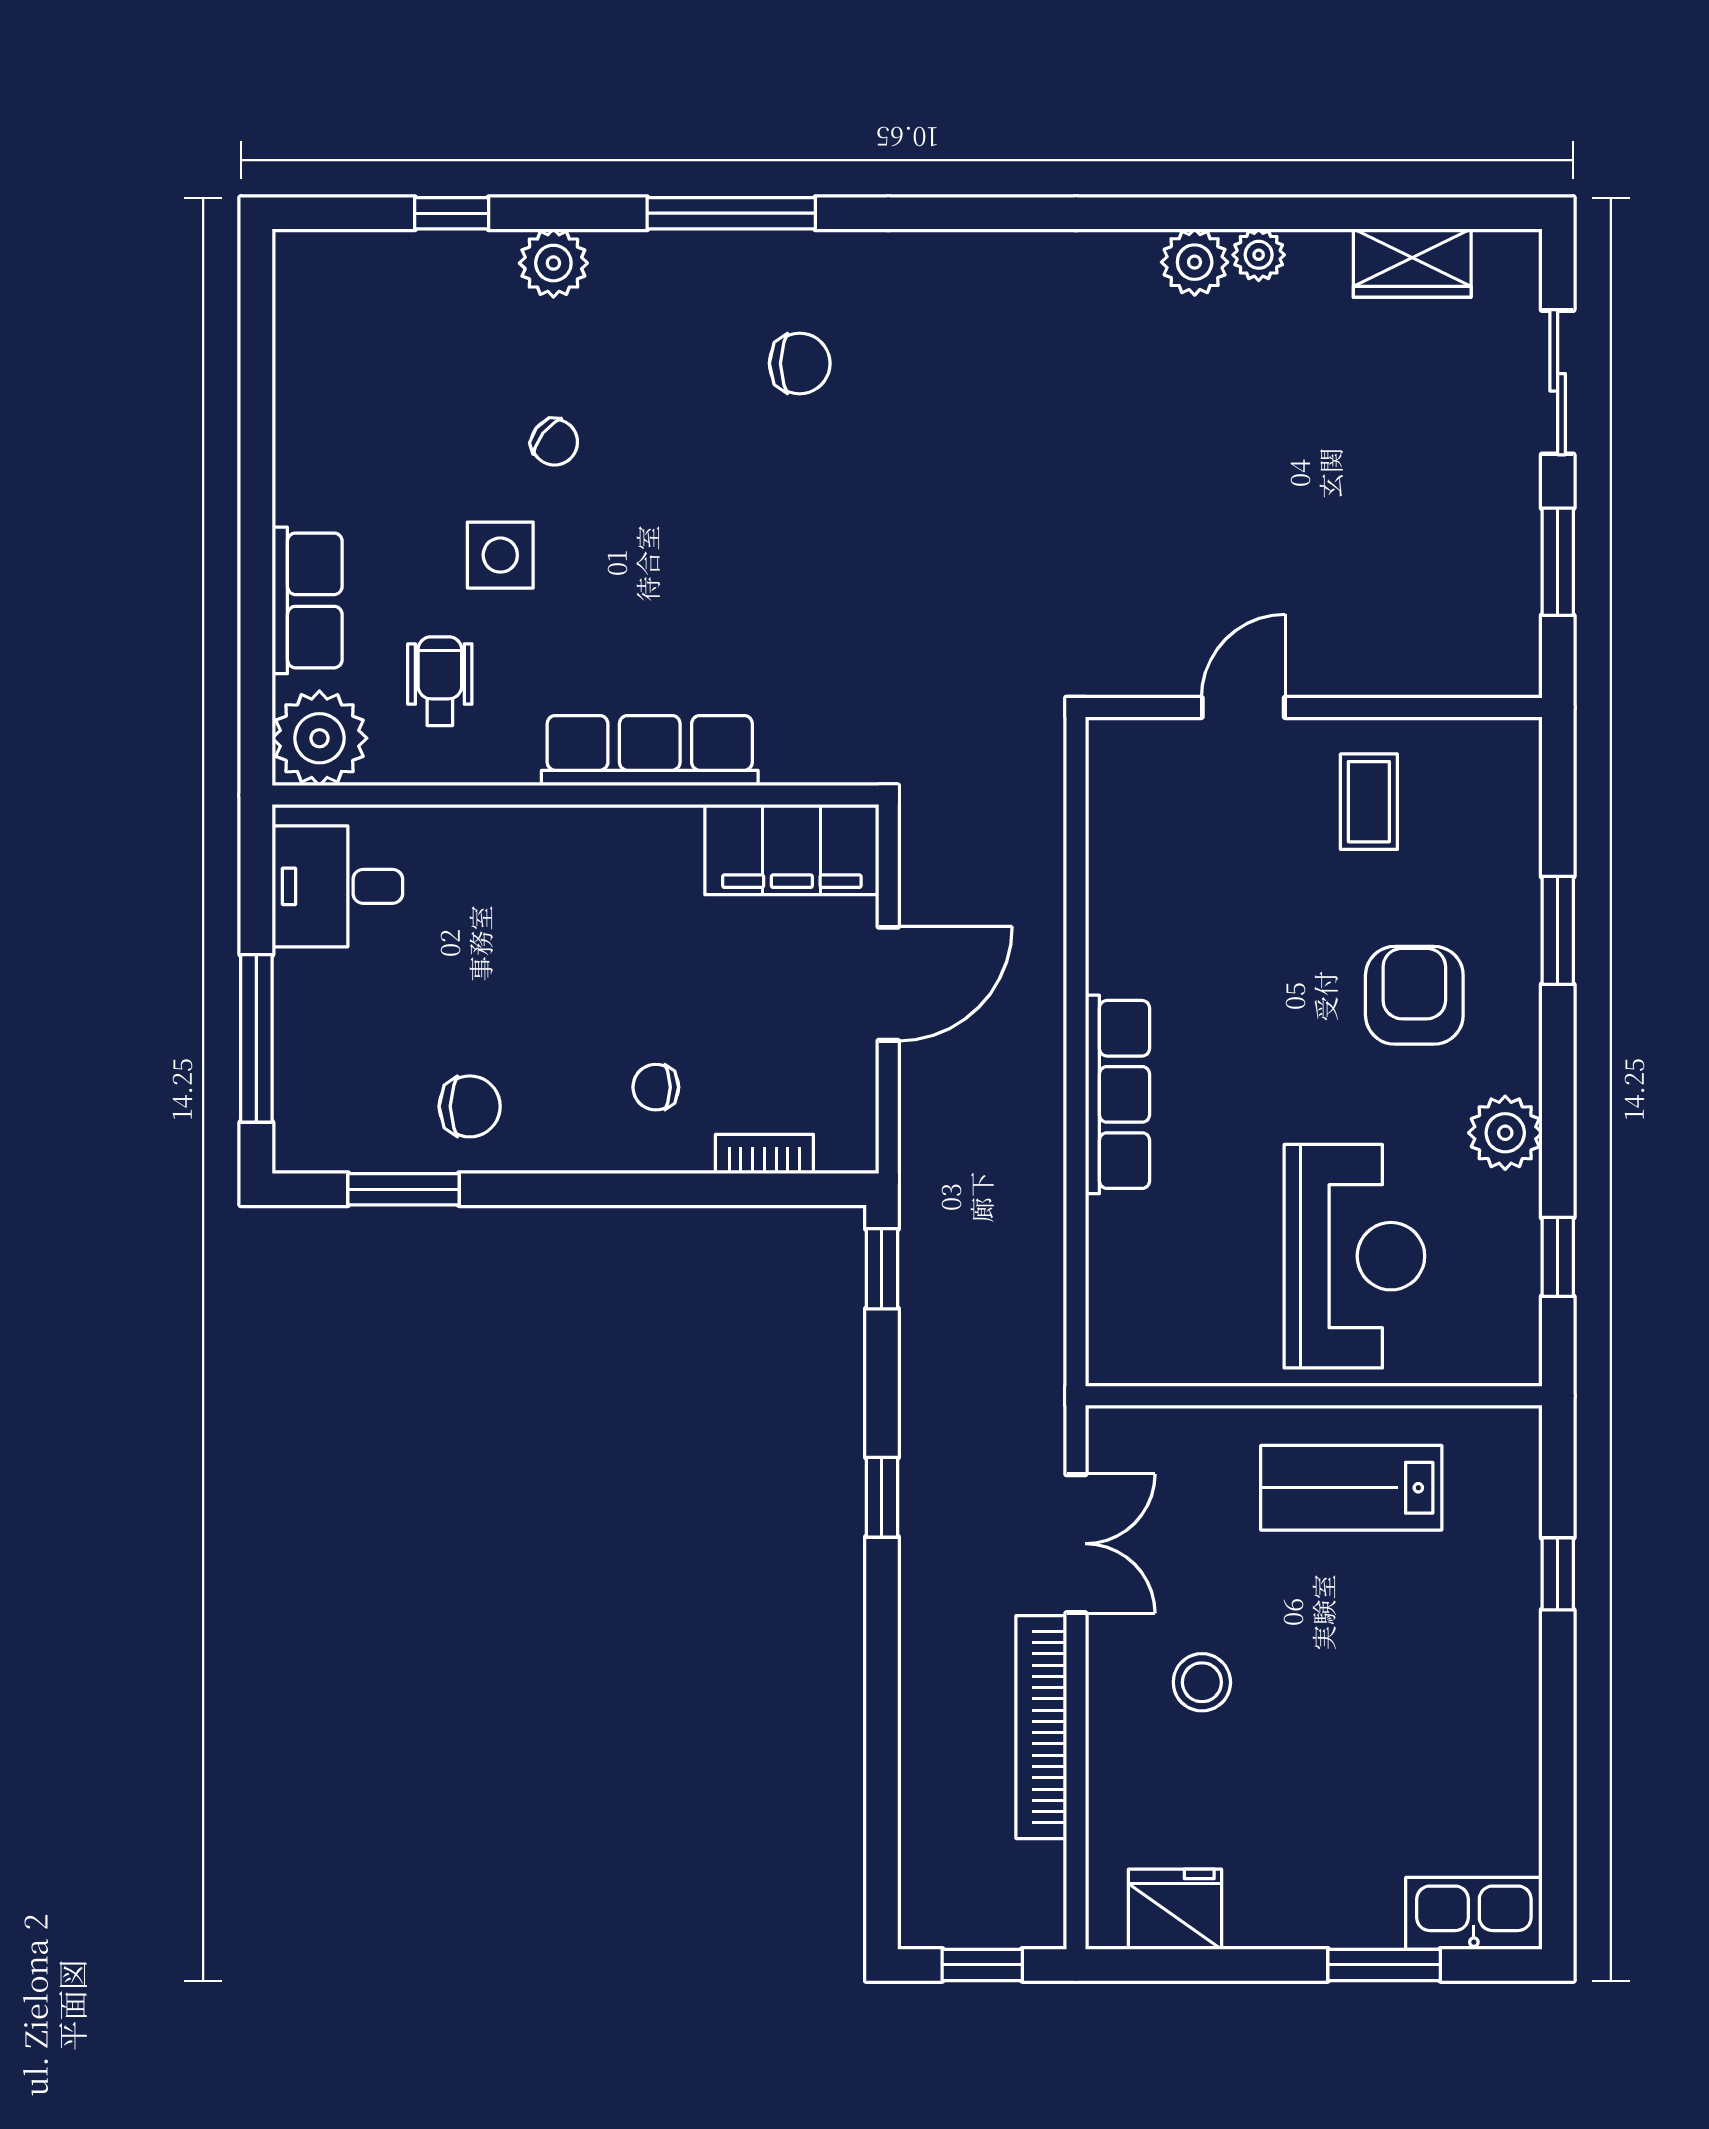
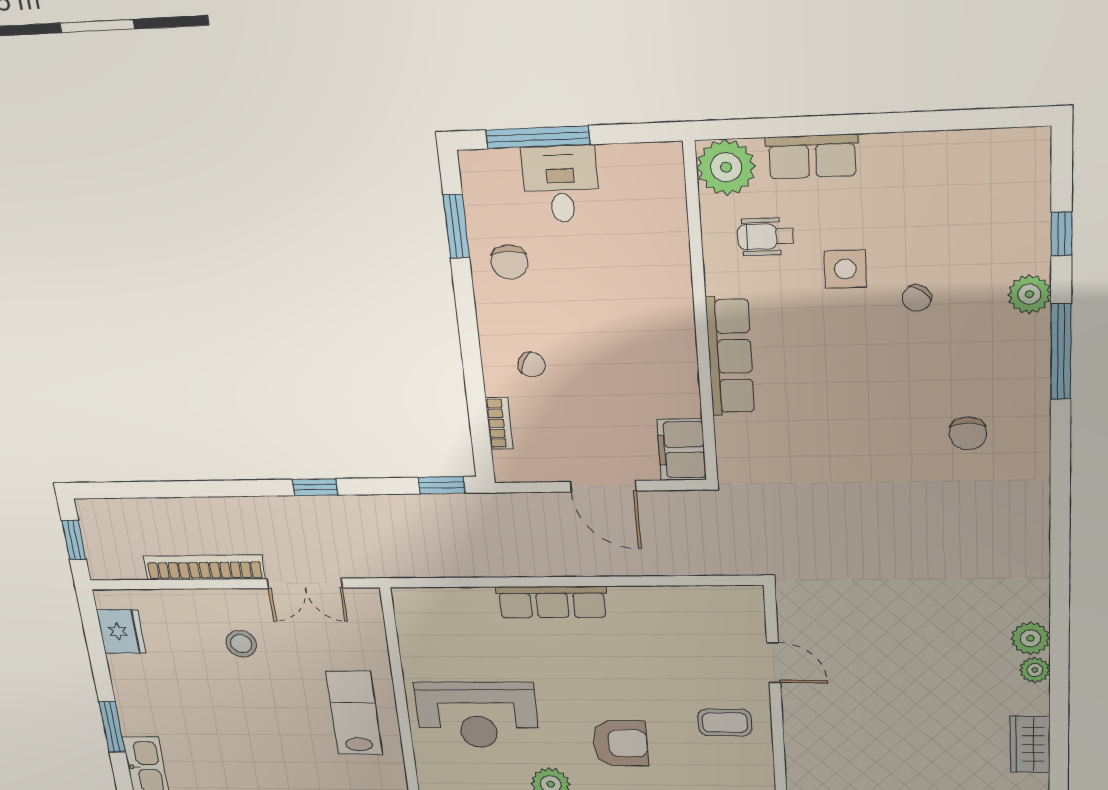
window: (731, 213) -> (1061, 352), moved
wheelchair: (440, 681) -> (766, 237), turned 180
filing cabinet: (792, 850) -> (682, 450), width x0.67, depth x0.86
desk: (337, 886) -> (561, 184), moved
chair: (656, 1087) -> (532, 364), turned 116

